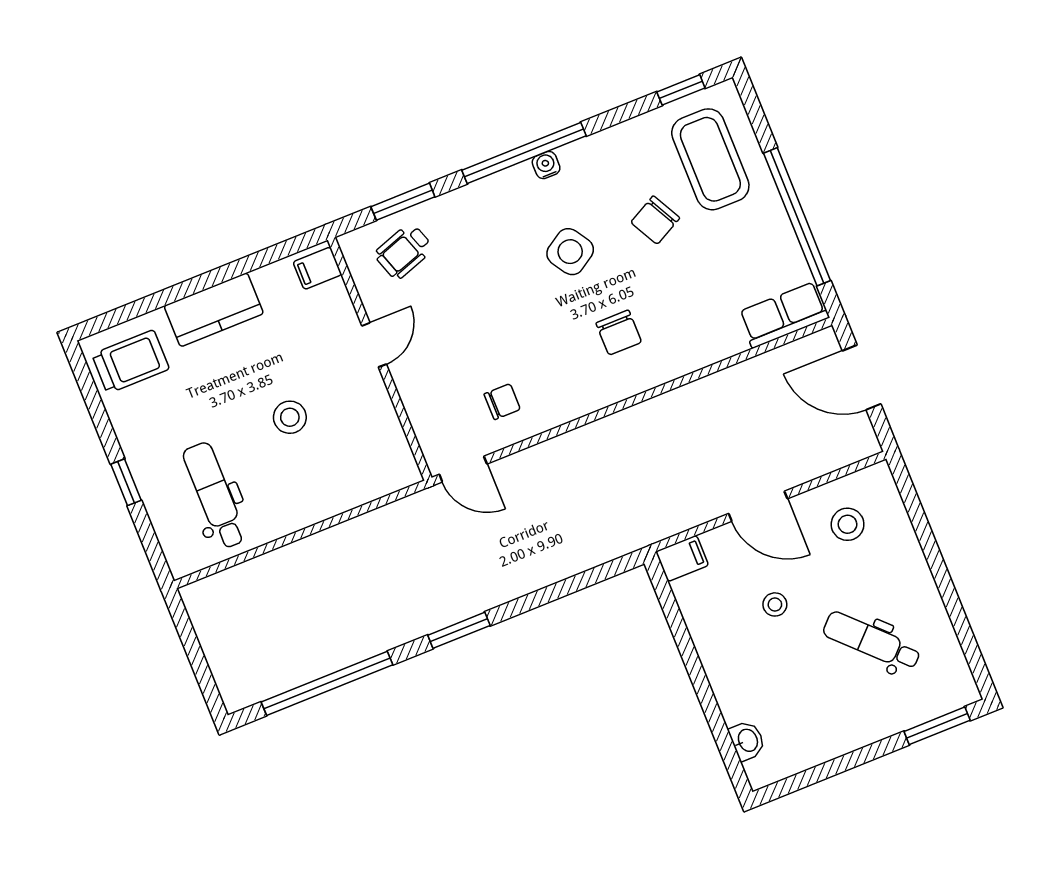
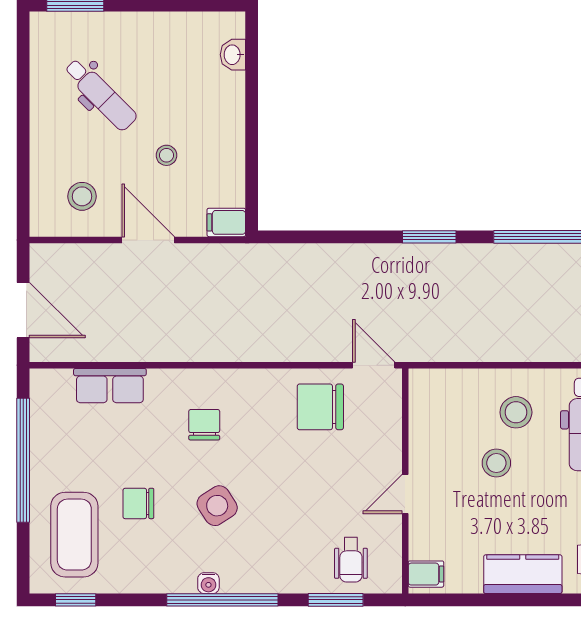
chair: (655, 220) -> (138, 503), turned -152
wheelchair: (404, 251) -> (351, 560), turned 109
row of seats: (784, 315) -> (110, 386), moved
chair: (502, 402) -> (320, 407), width x1.87, depth x1.87
stool: (291, 480) -> (516, 412), added

